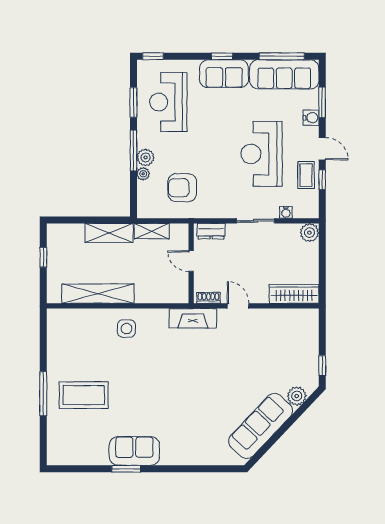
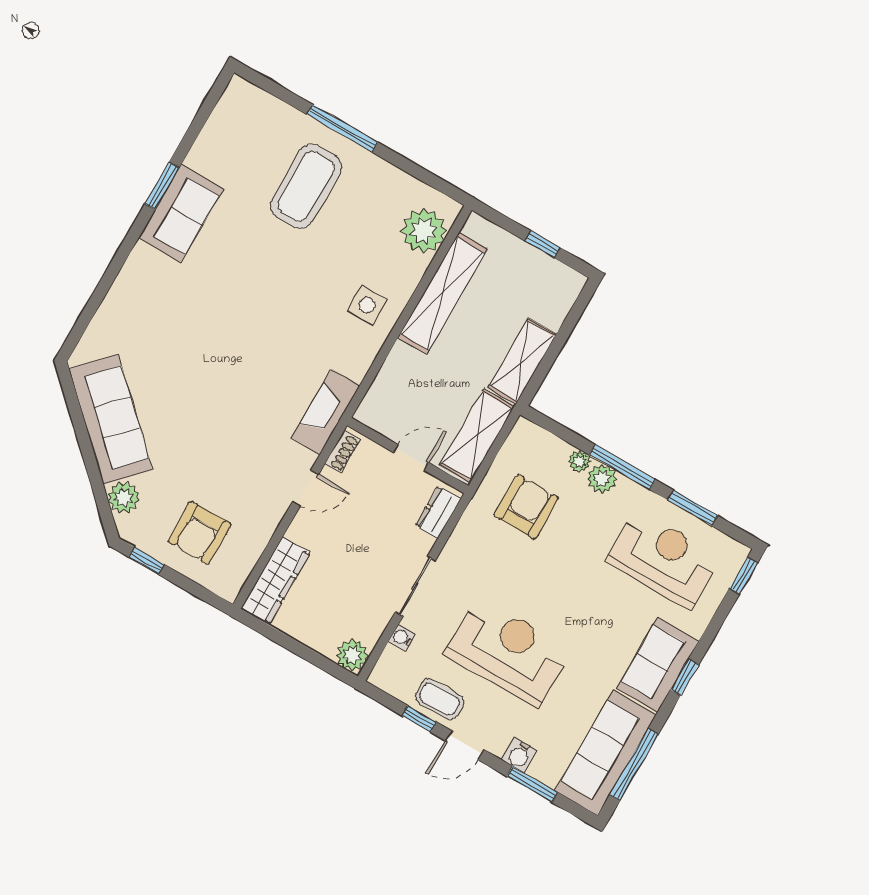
shelving: (152, 231) -> (477, 436), width x1.50, depth x1.33
plant: (72, 322) -> (424, 231), added
armchair: (292, 347) -> (200, 533), added

